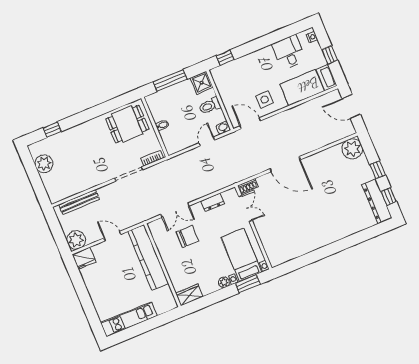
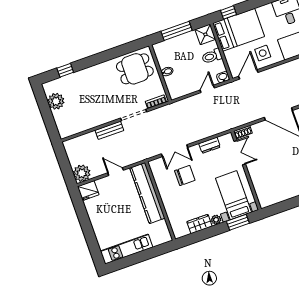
bed: (237, 76) -> (239, 30), added
door: (250, 123) -> (248, 74), hinge flipped
bench: (79, 202) -> (109, 130), moved, width x0.73
wardrobe: (189, 295) -> (199, 224), moved

